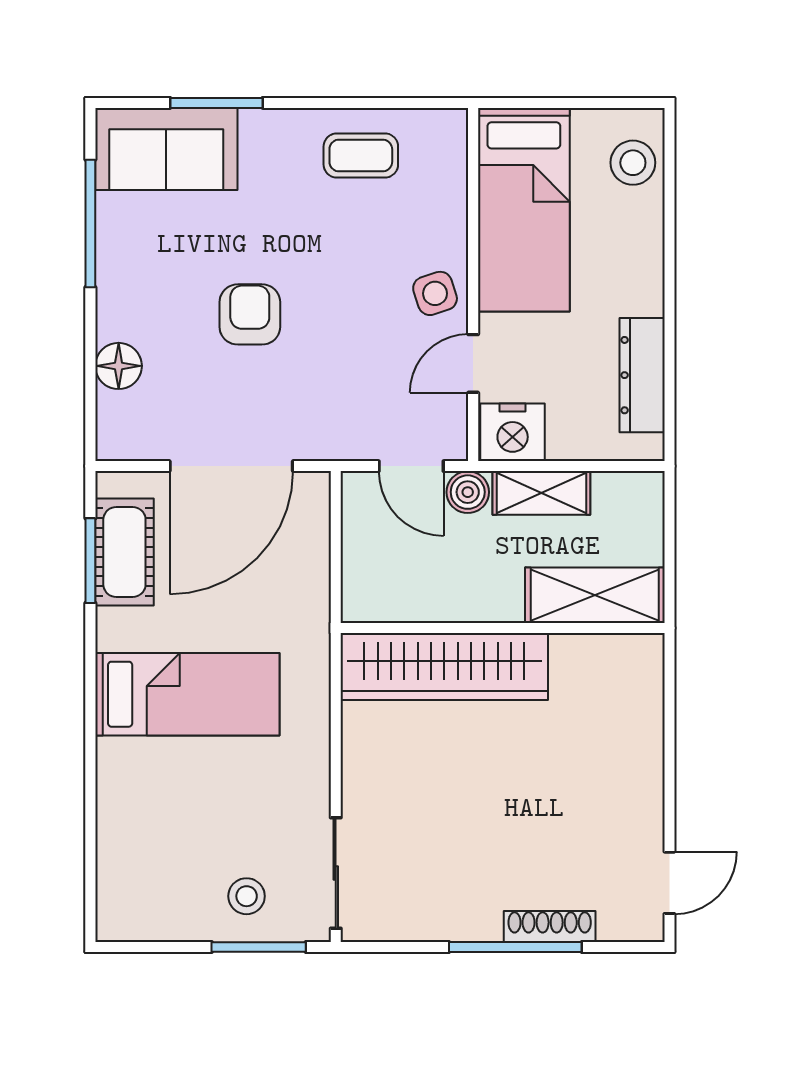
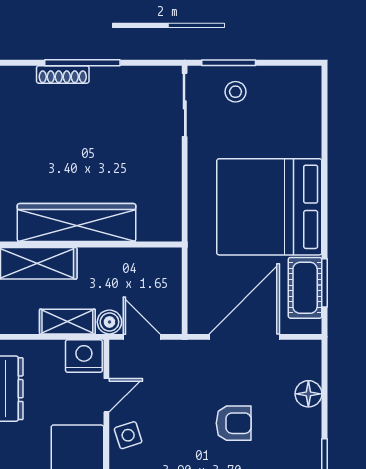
armchair: (250, 314) -> (234, 423), turned -90
wardrobe: (444, 666) -> (77, 223), moved
bed: (187, 694) -> (269, 207), width x2.04

